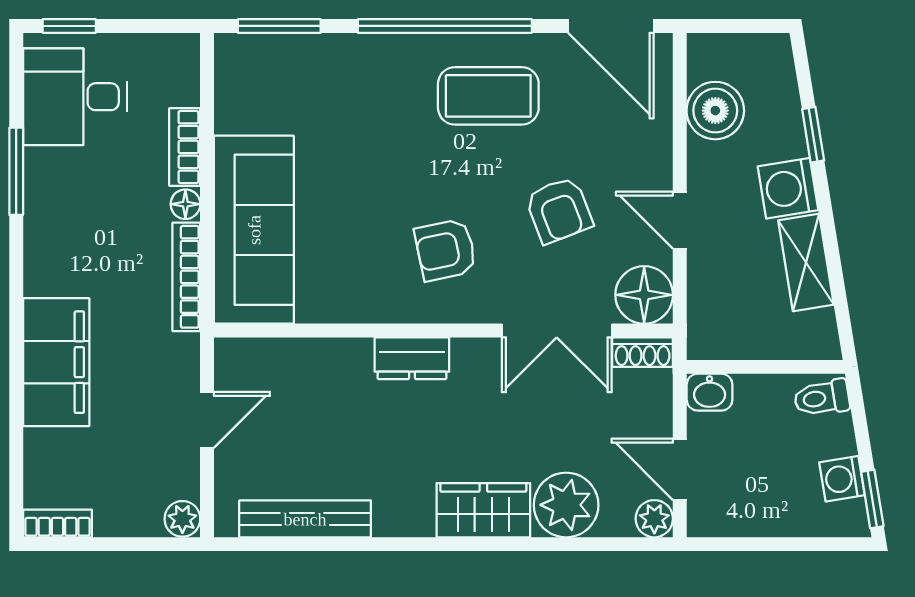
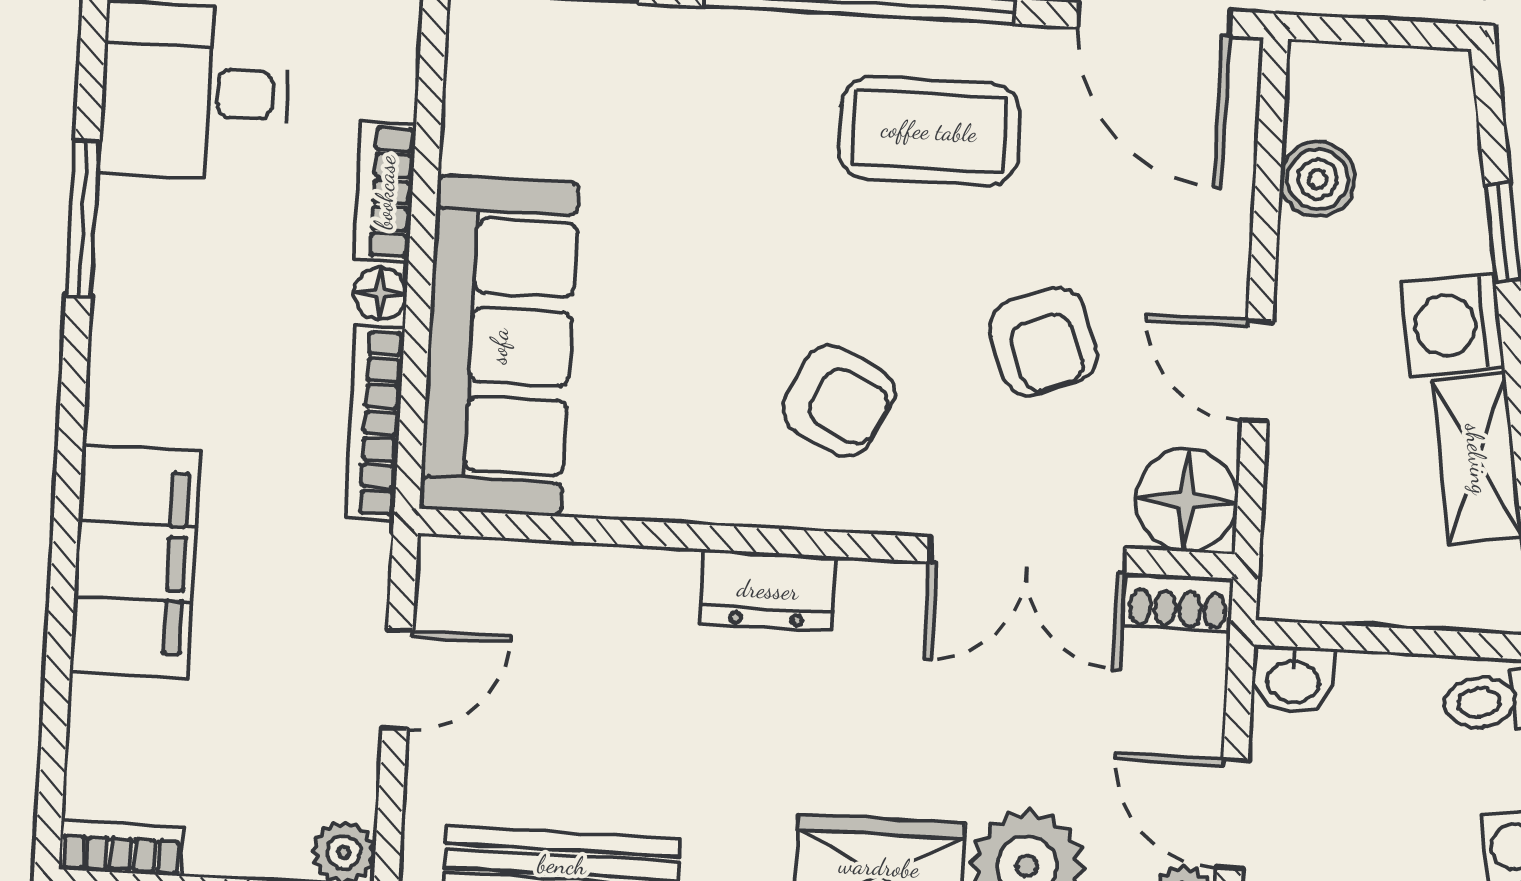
boiler: (715, 111) -> (1318, 179), width x0.73, depth x0.73
armchair: (446, 250) -> (838, 401), turned -142

